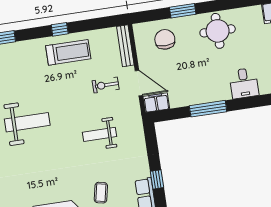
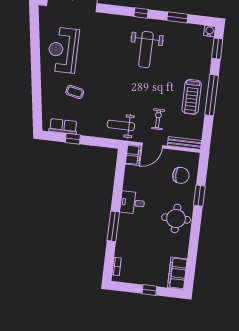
window: (60, 29) -> (212, 95), width x3.17
desk: (244, 83) -> (132, 203), moved
window: (208, 109) -> (113, 226), moved
weight bench: (100, 134) -> (121, 125), moved, turned -90

